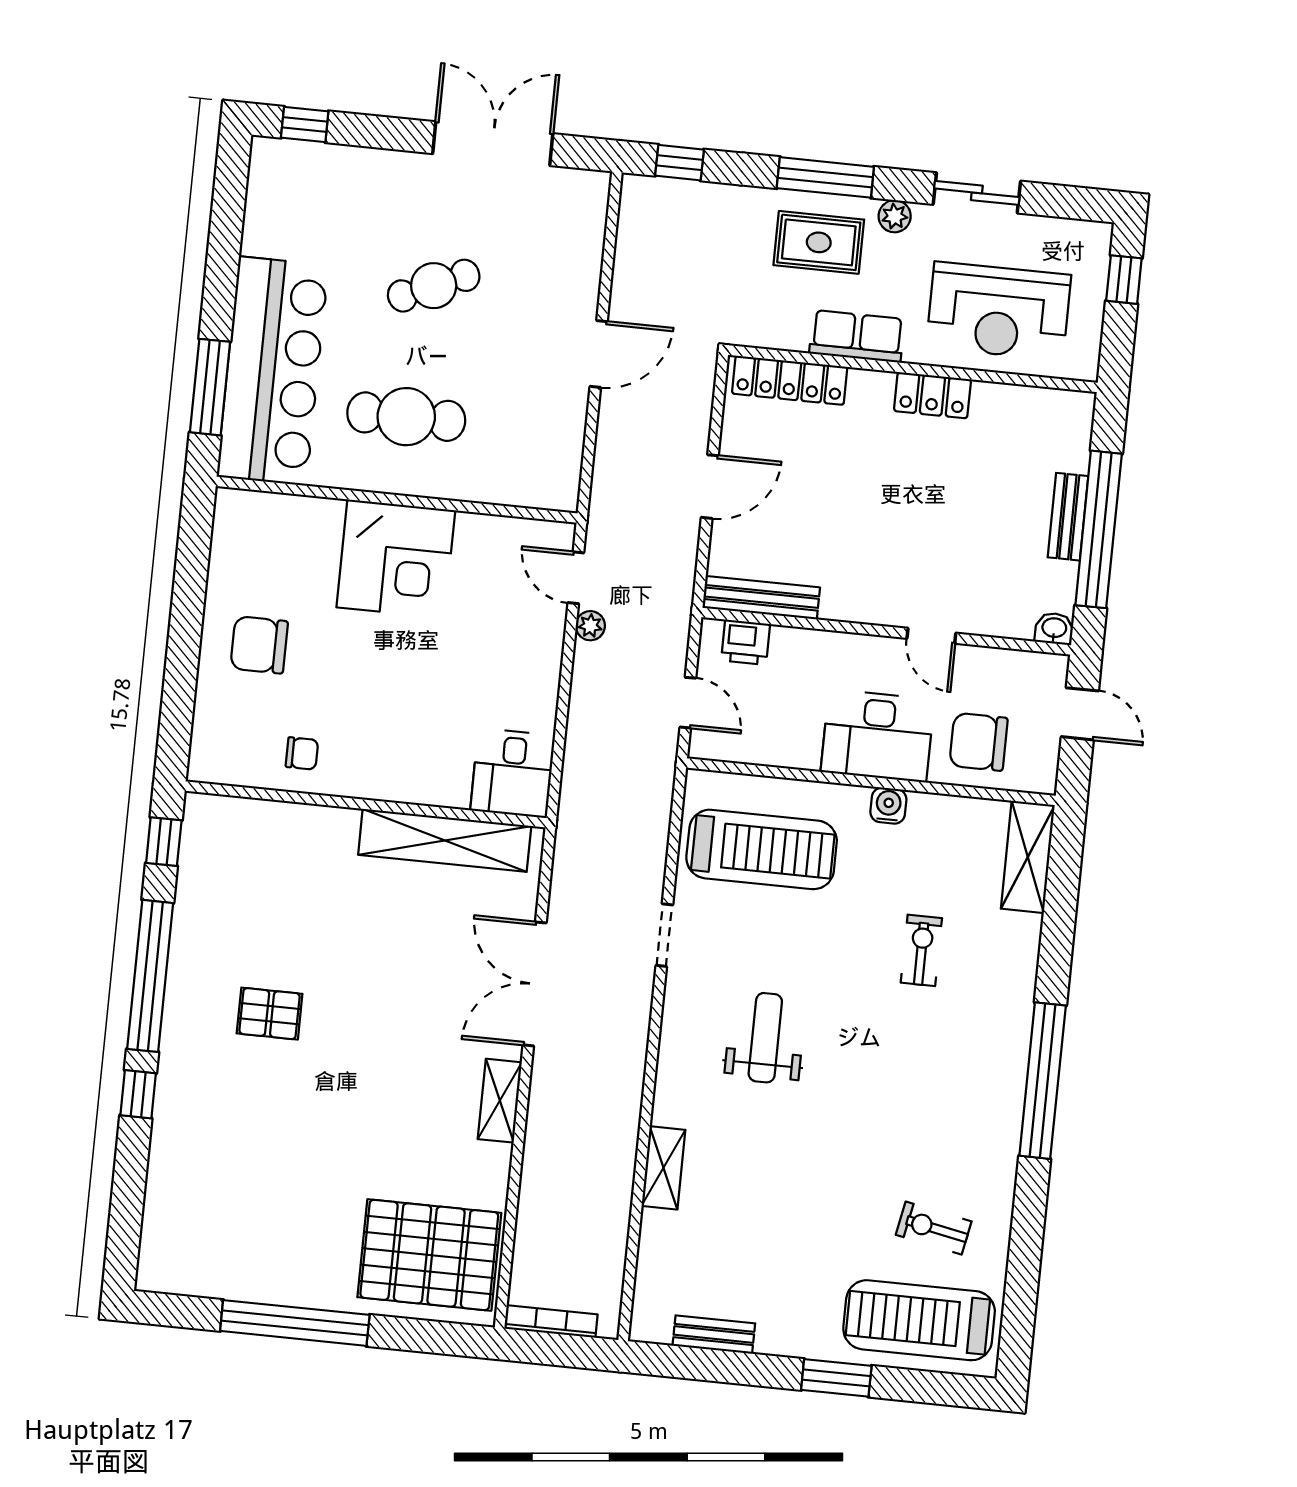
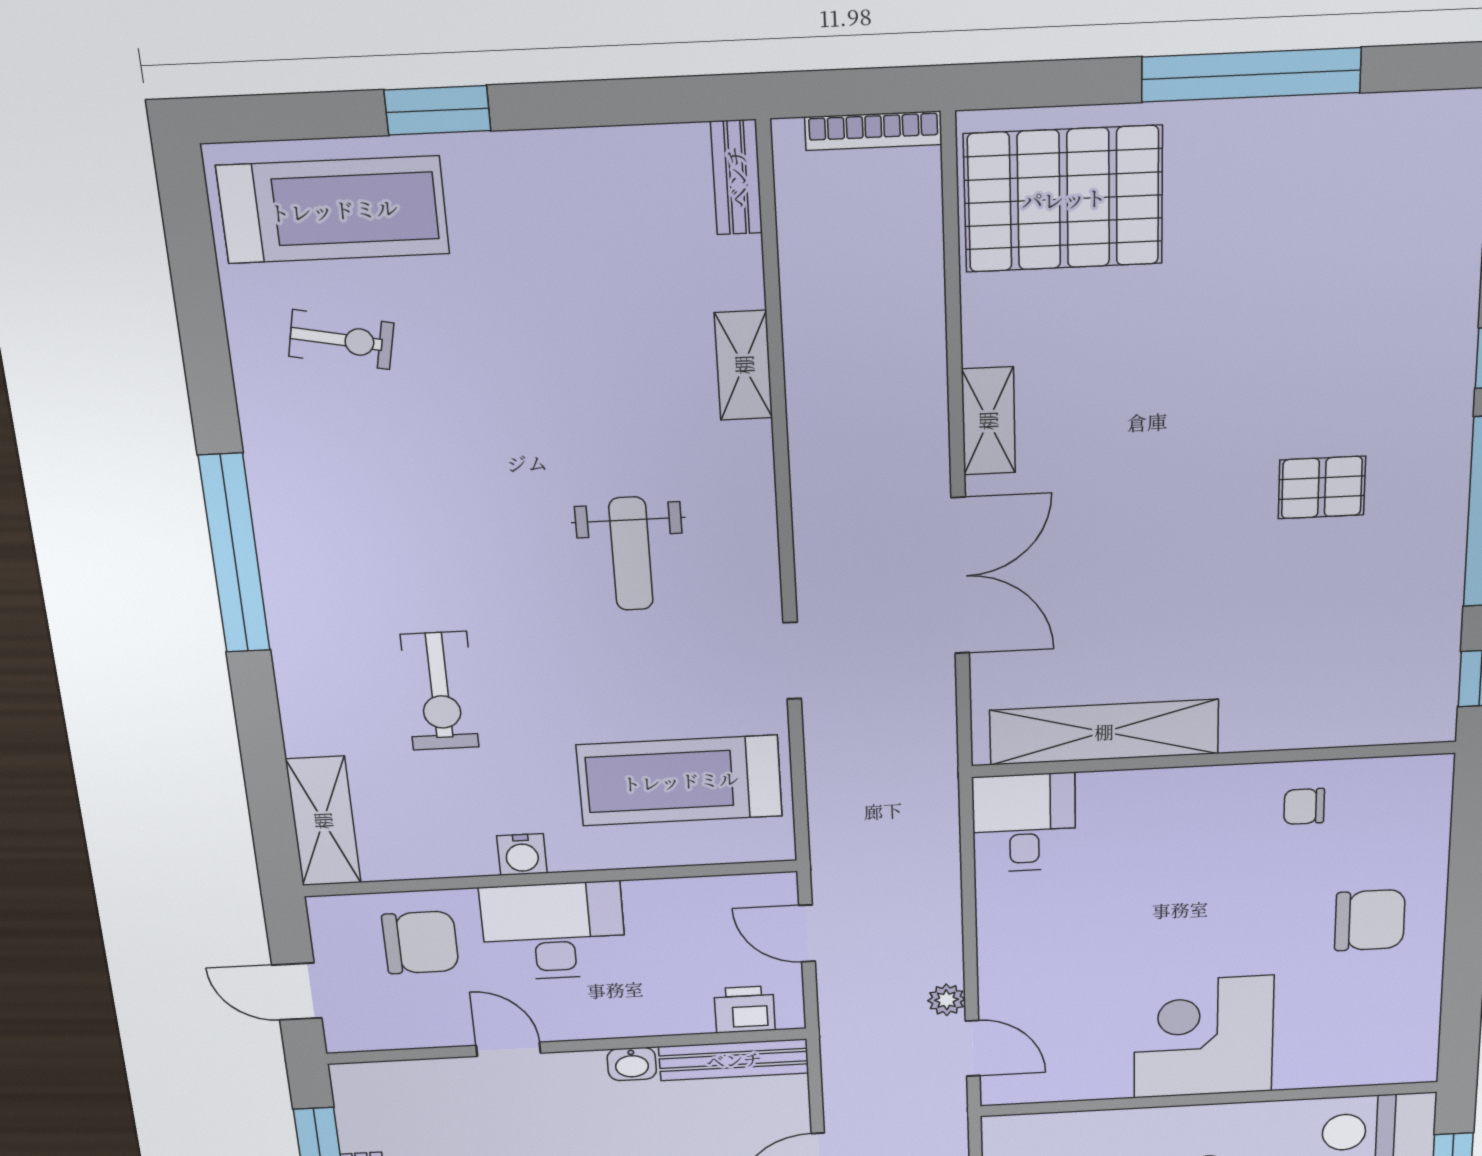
washbasin: (1054, 629) -> (632, 1064), moved
exercise bike: (921, 950) -> (440, 691), width x1.38, depth x1.39
bench: (714, 1335) -> (737, 177), moved, turned 90

